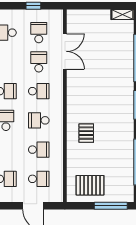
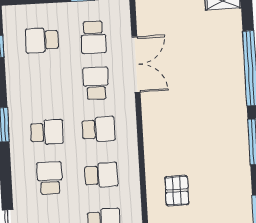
school desk: (39, 33) -> (93, 37), turned 180
school desk: (39, 120) -> (101, 175), turned 180

